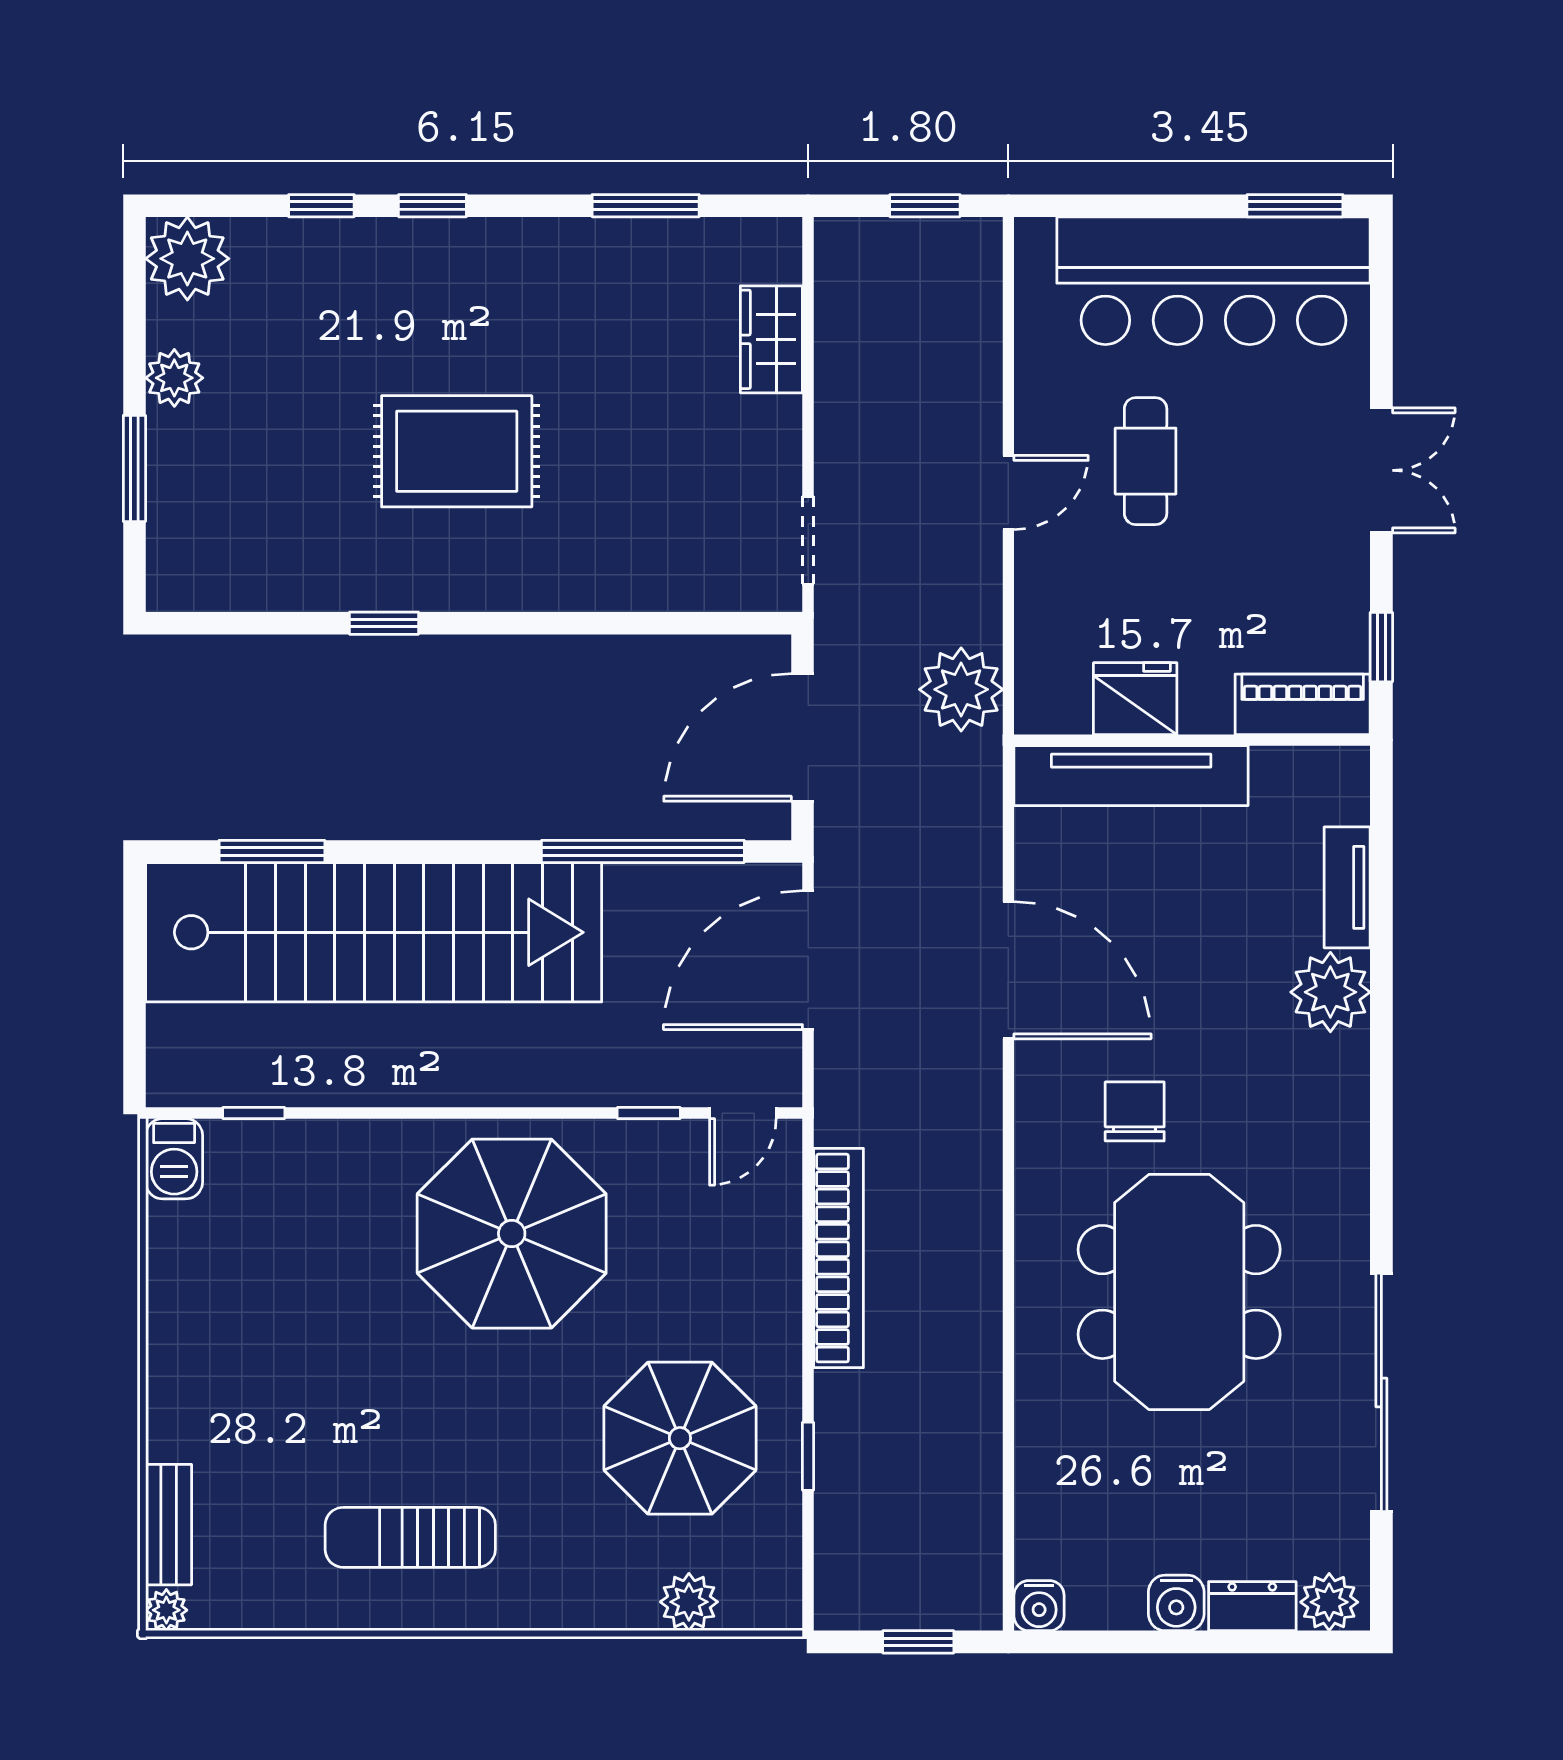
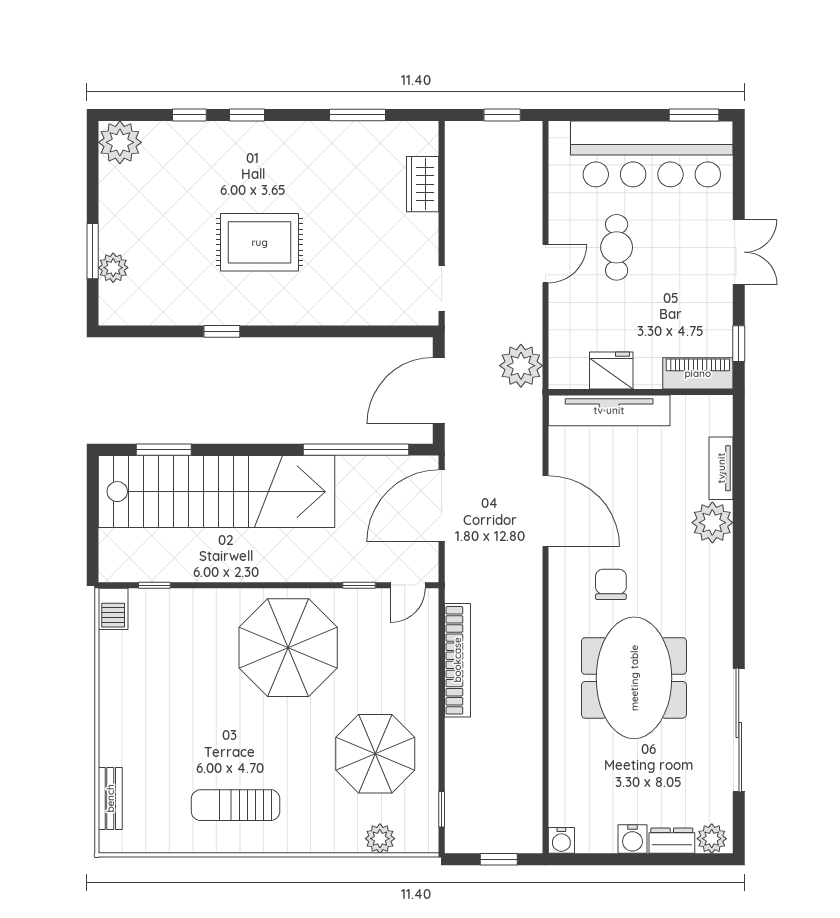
plant: (174, 378) -> (113, 268), moved
window: (808, 1456) -> (442, 809), moved
plant: (166, 1610) -> (109, 843), removed

